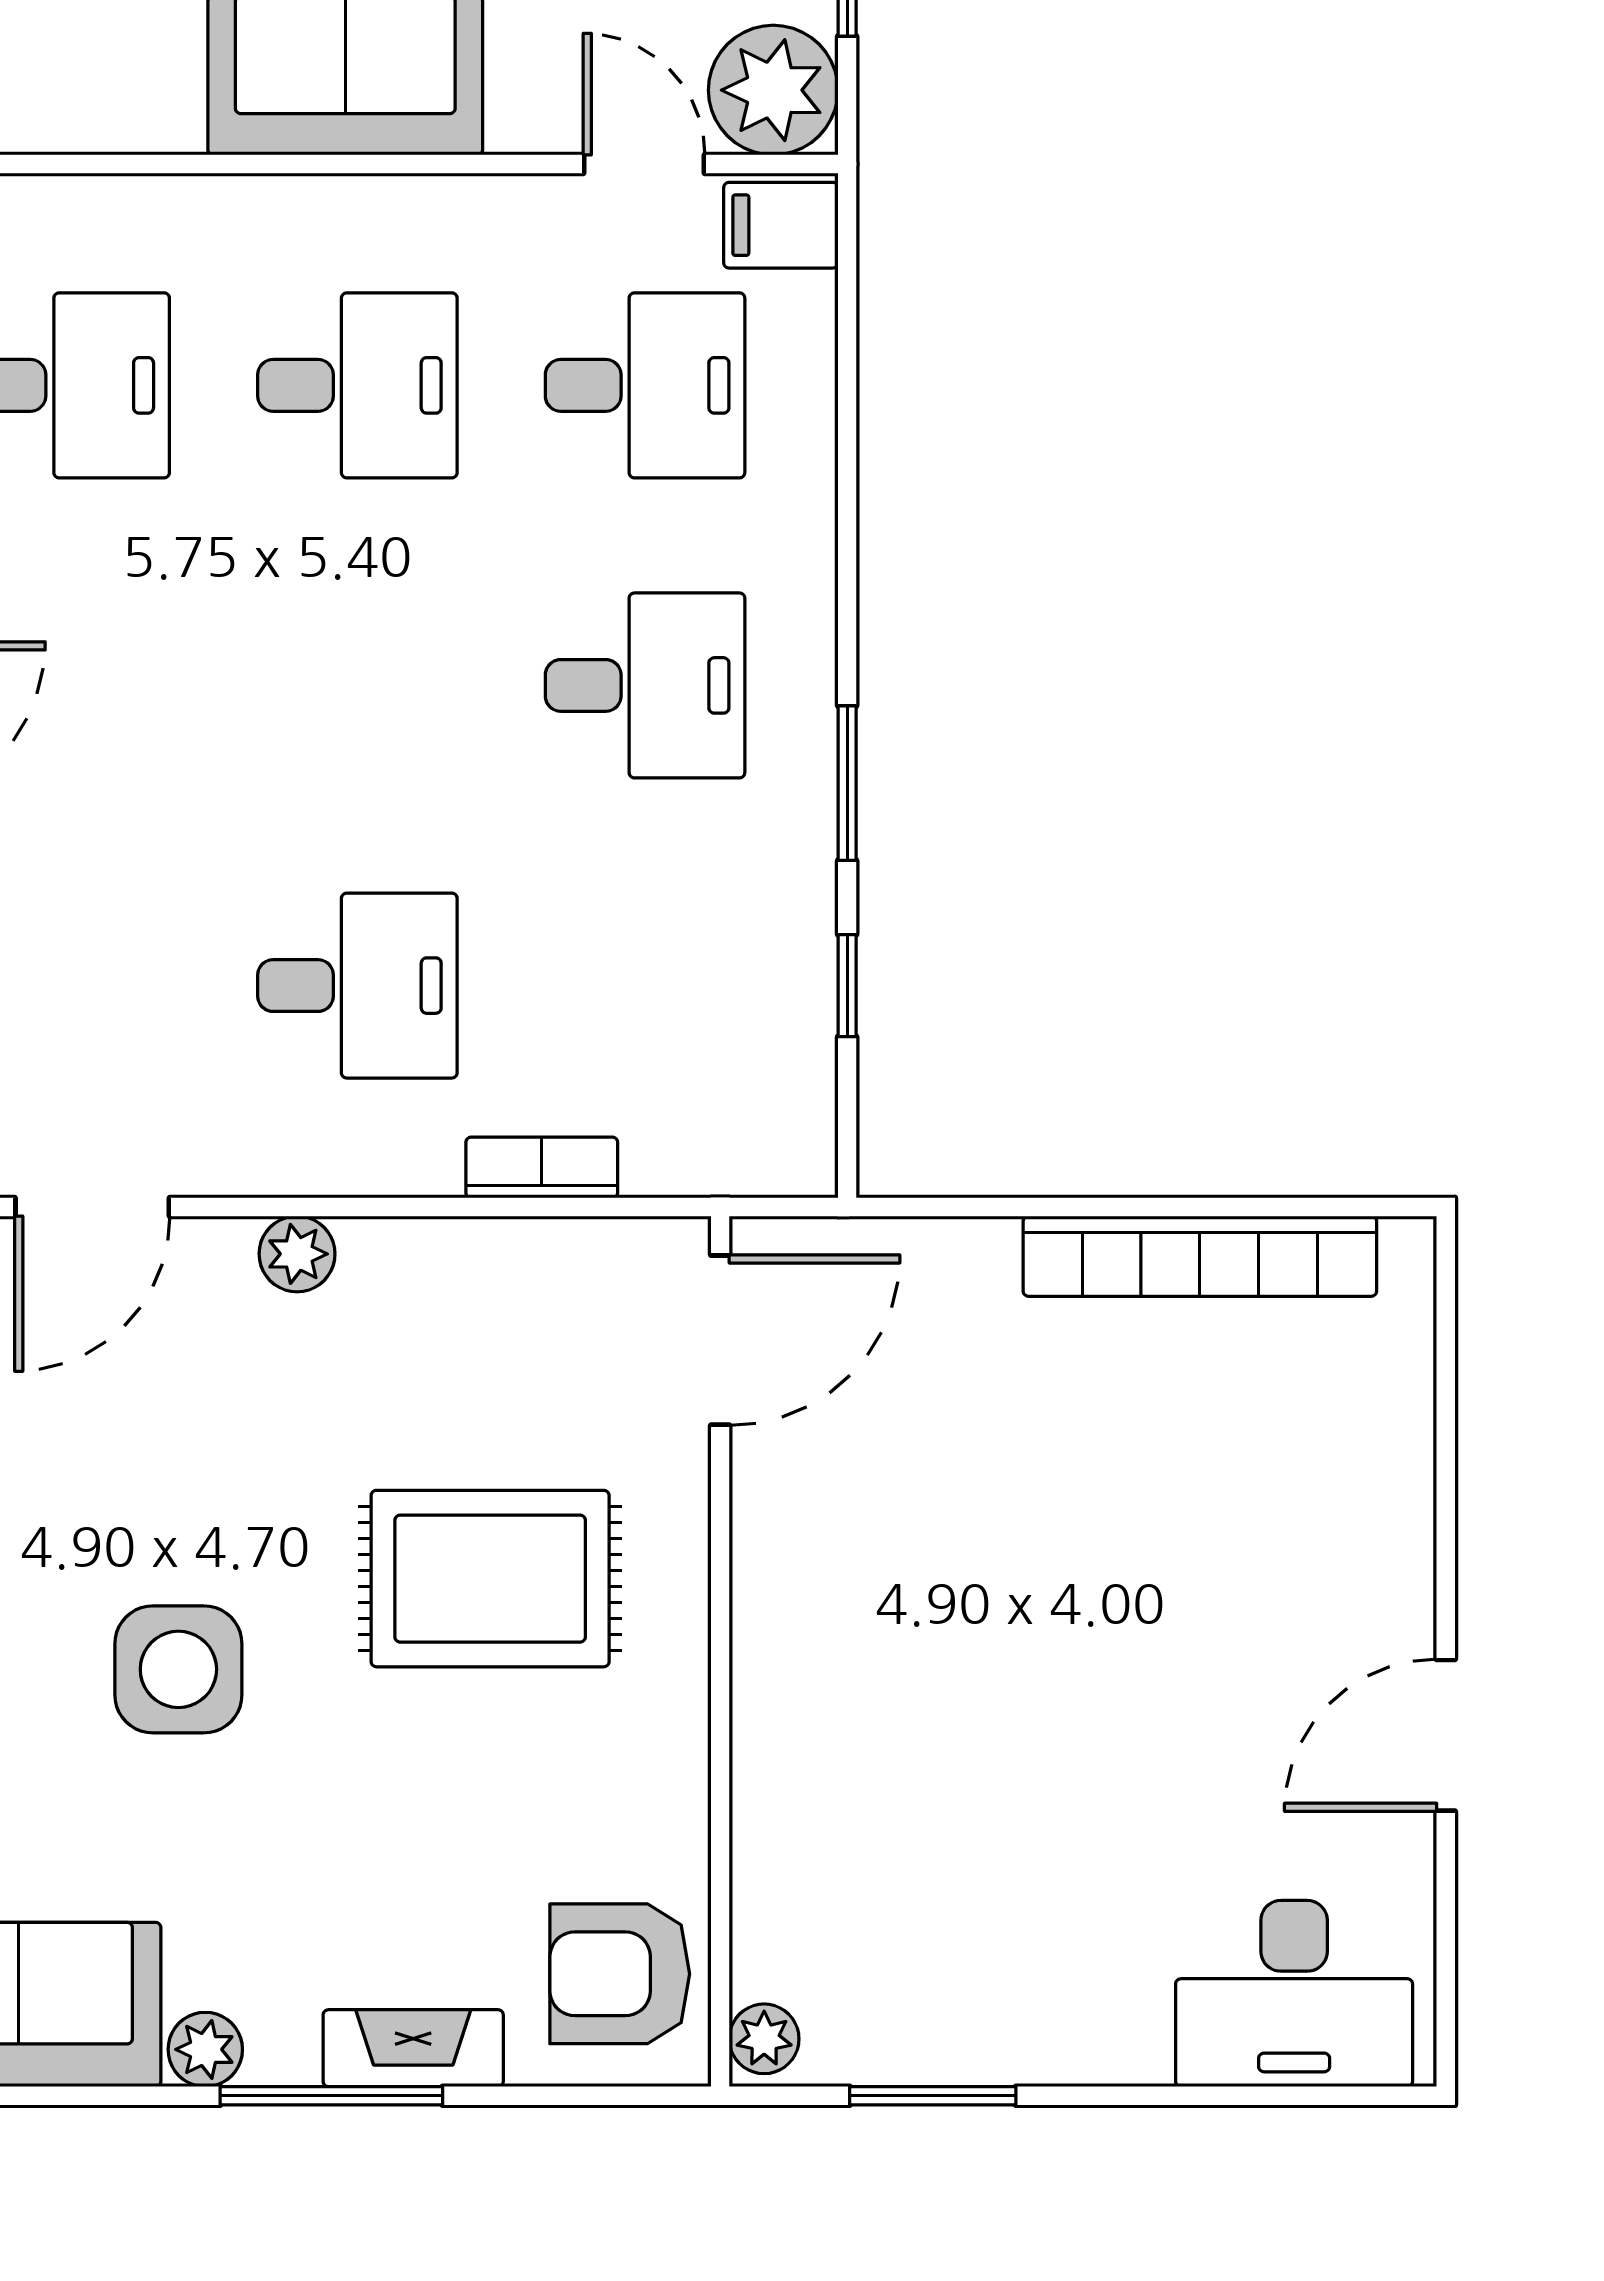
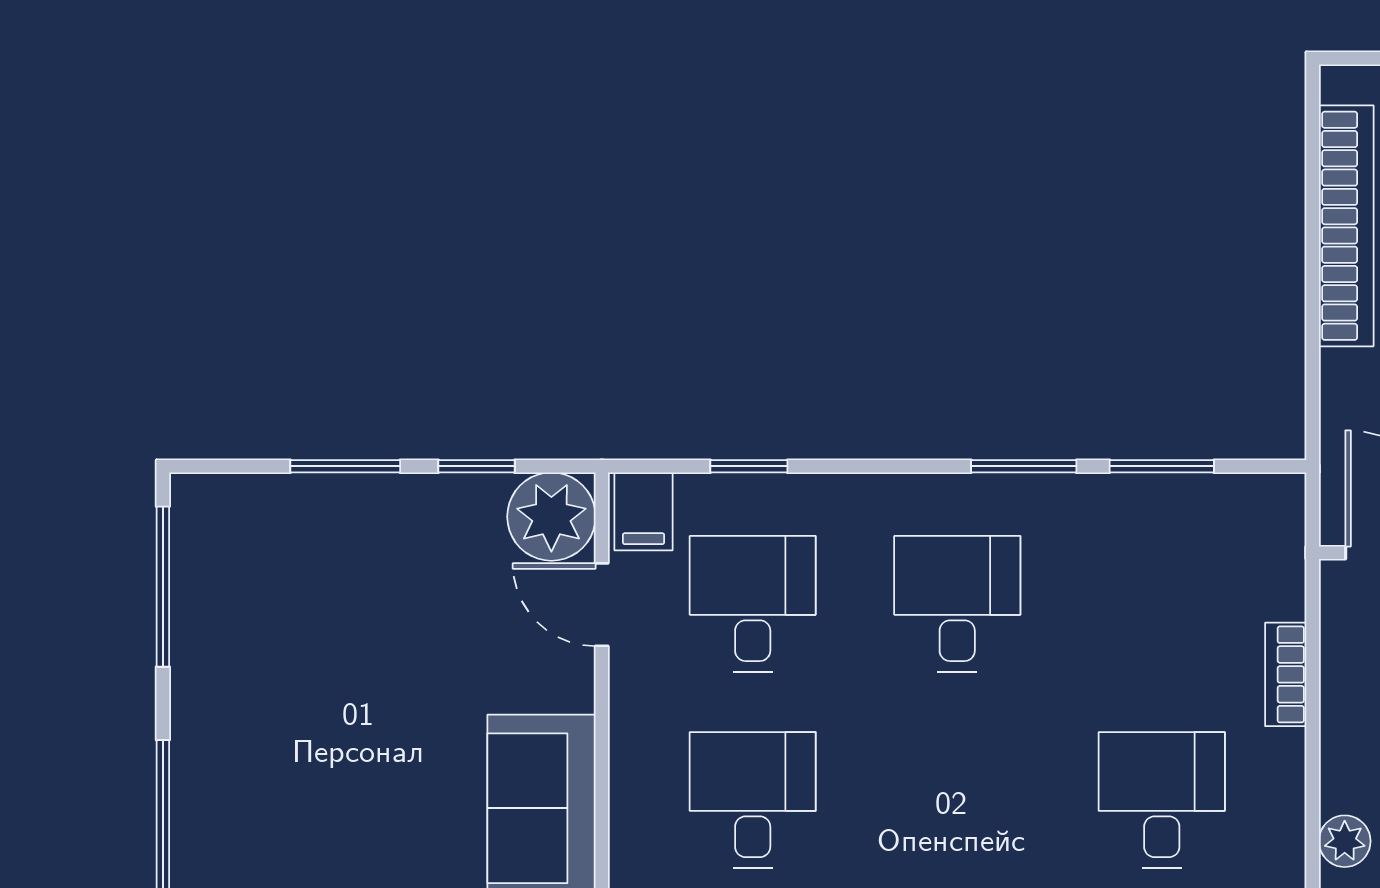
door: (644, 164) -> (602, 605), hinge flipped
window: (847, 380) -> (749, 466), added
window: (847, 986) -> (1162, 466), width x1.50

